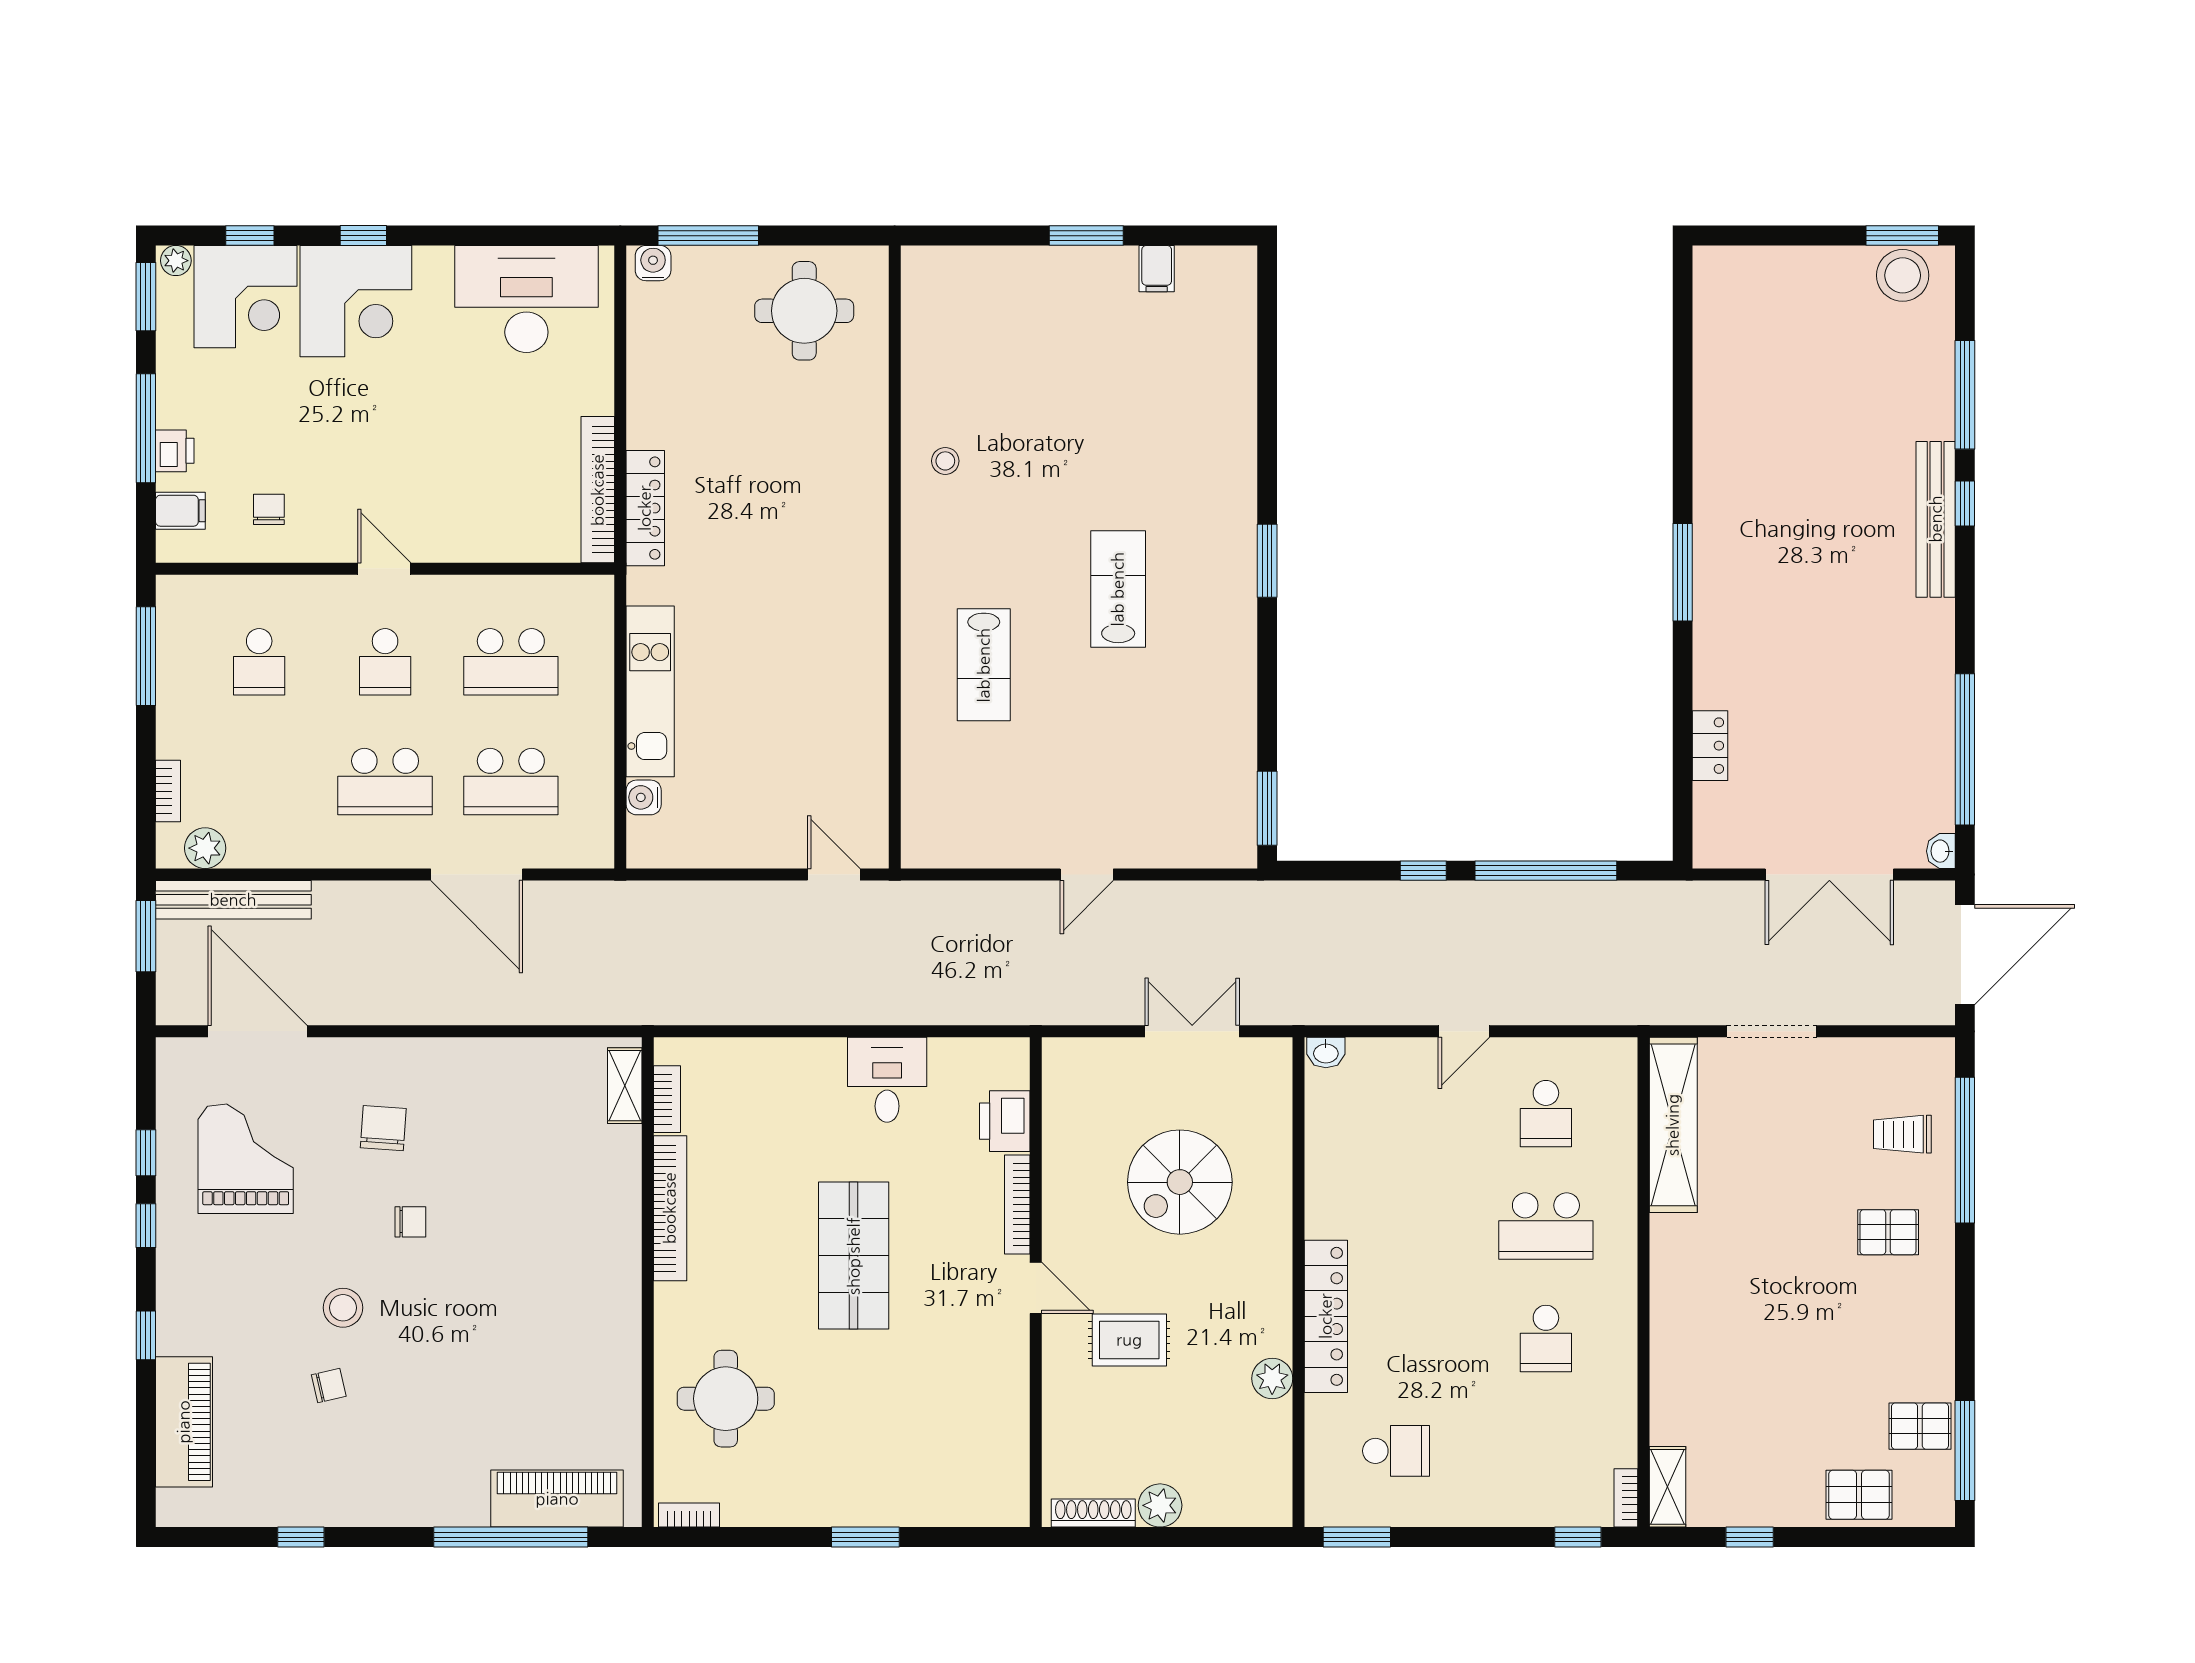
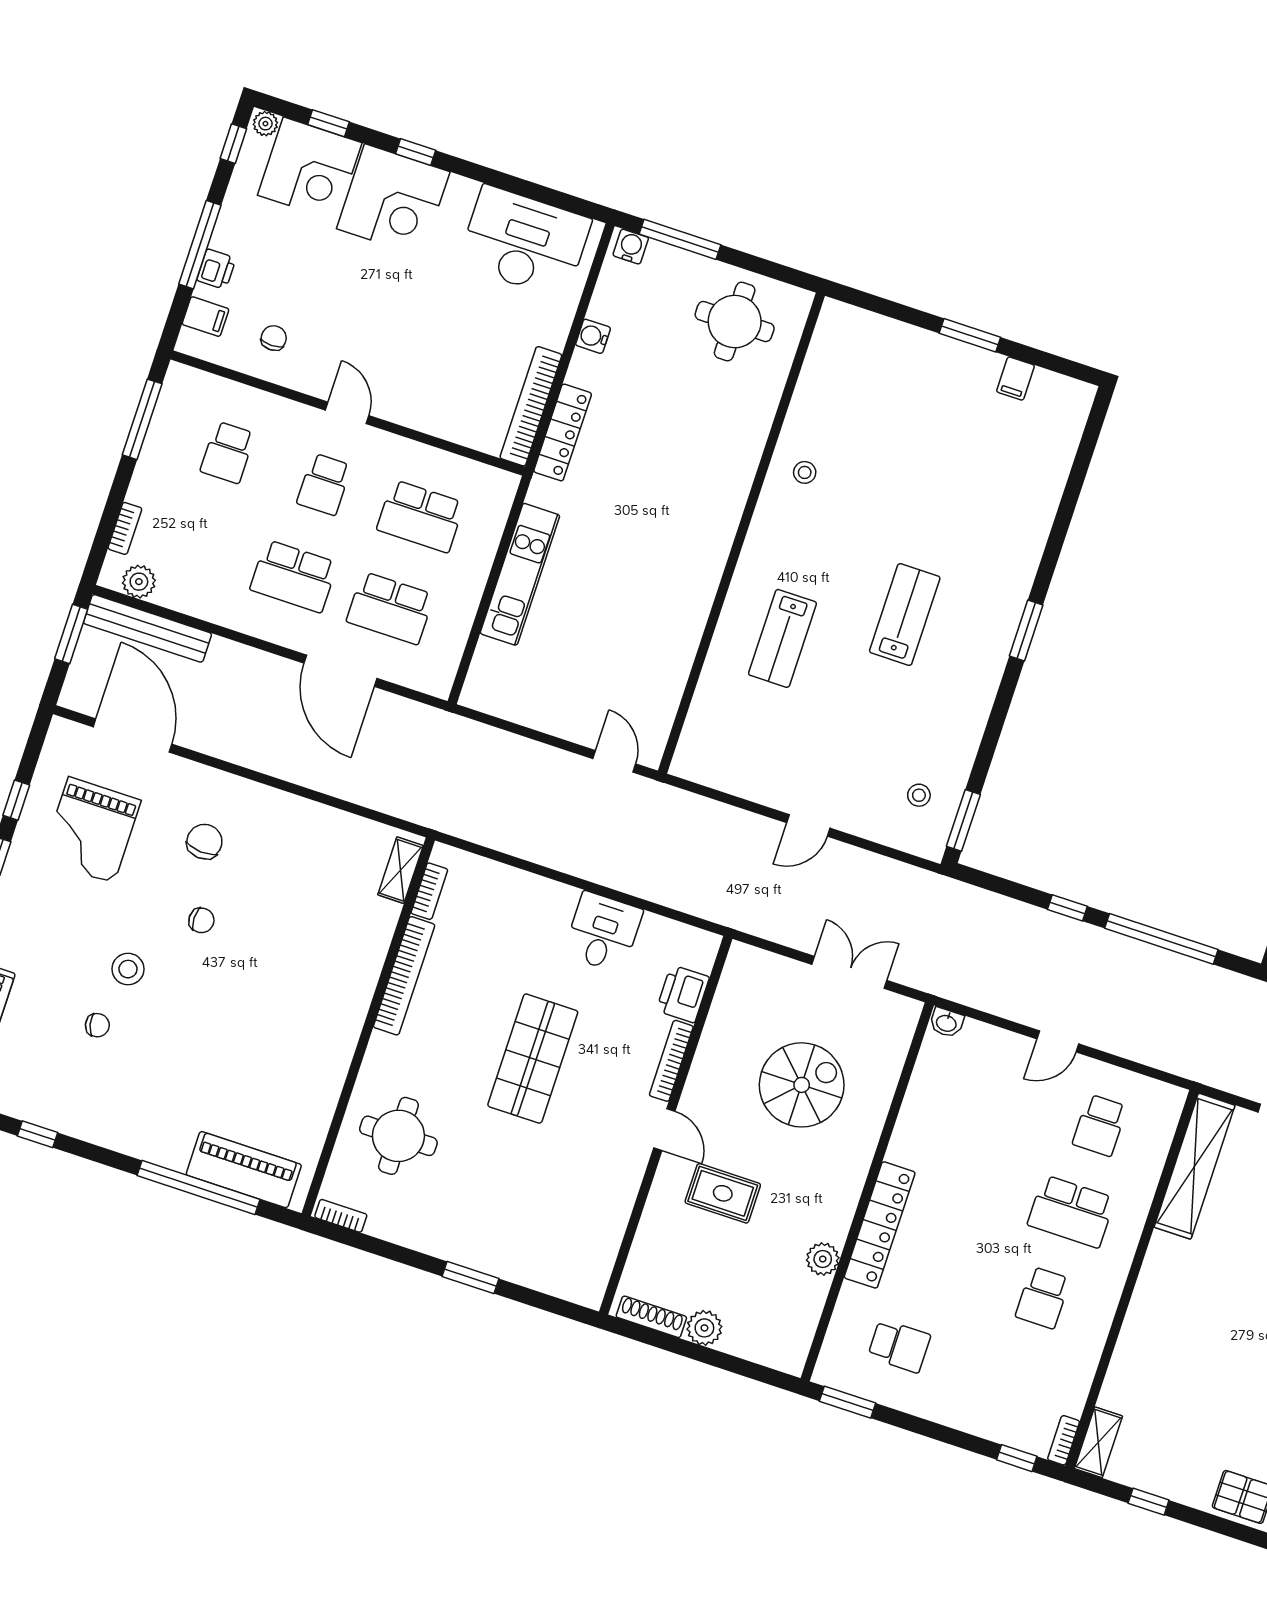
window: (146, 297) -> (233, 144), width x0.67
stool: (1205, 796) -> (919, 795), added
water cooler: (644, 797) -> (593, 336), moved
grand piano: (246, 1159) -> (91, 830), turned 180
spiral stairs: (1180, 1182) -> (802, 1085), turned 180

